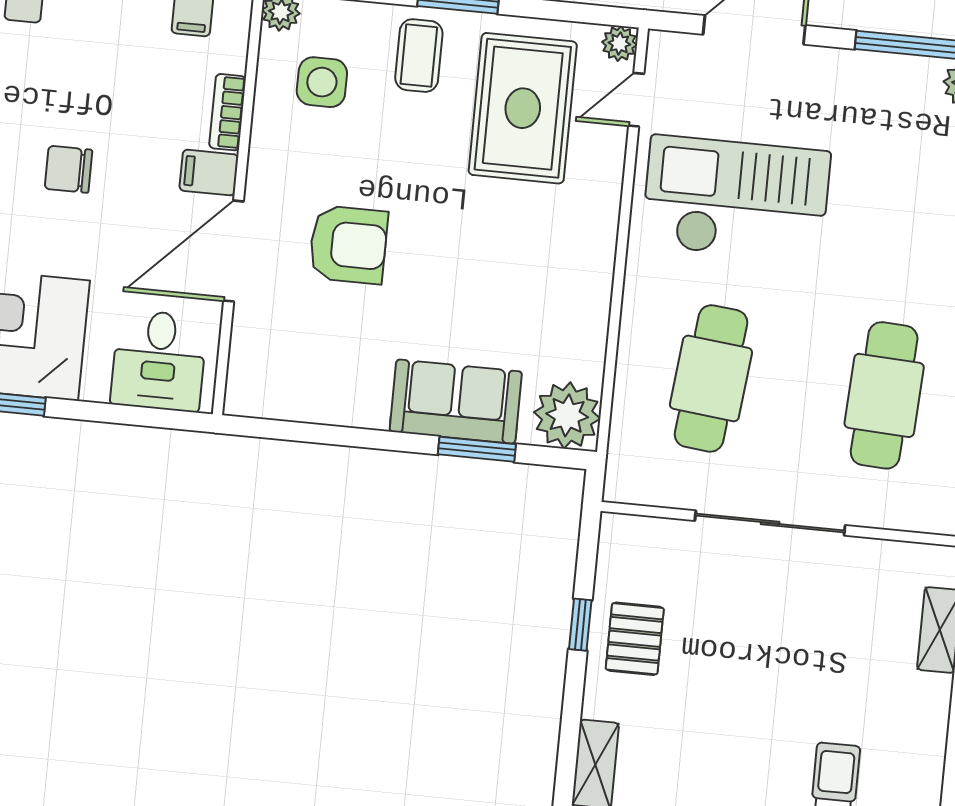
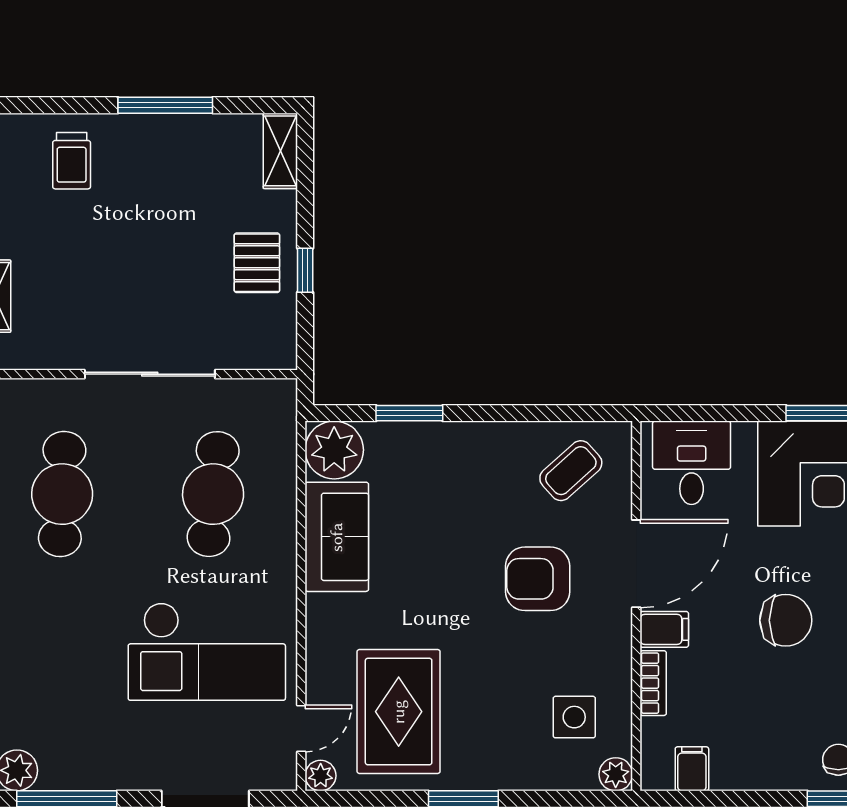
coffee table: (419, 56) -> (571, 471), moved, turned 48
chair: (69, 169) -> (786, 620), width x1.37, depth x1.37
sofa: (456, 402) -> (337, 537), moved, turned -90

